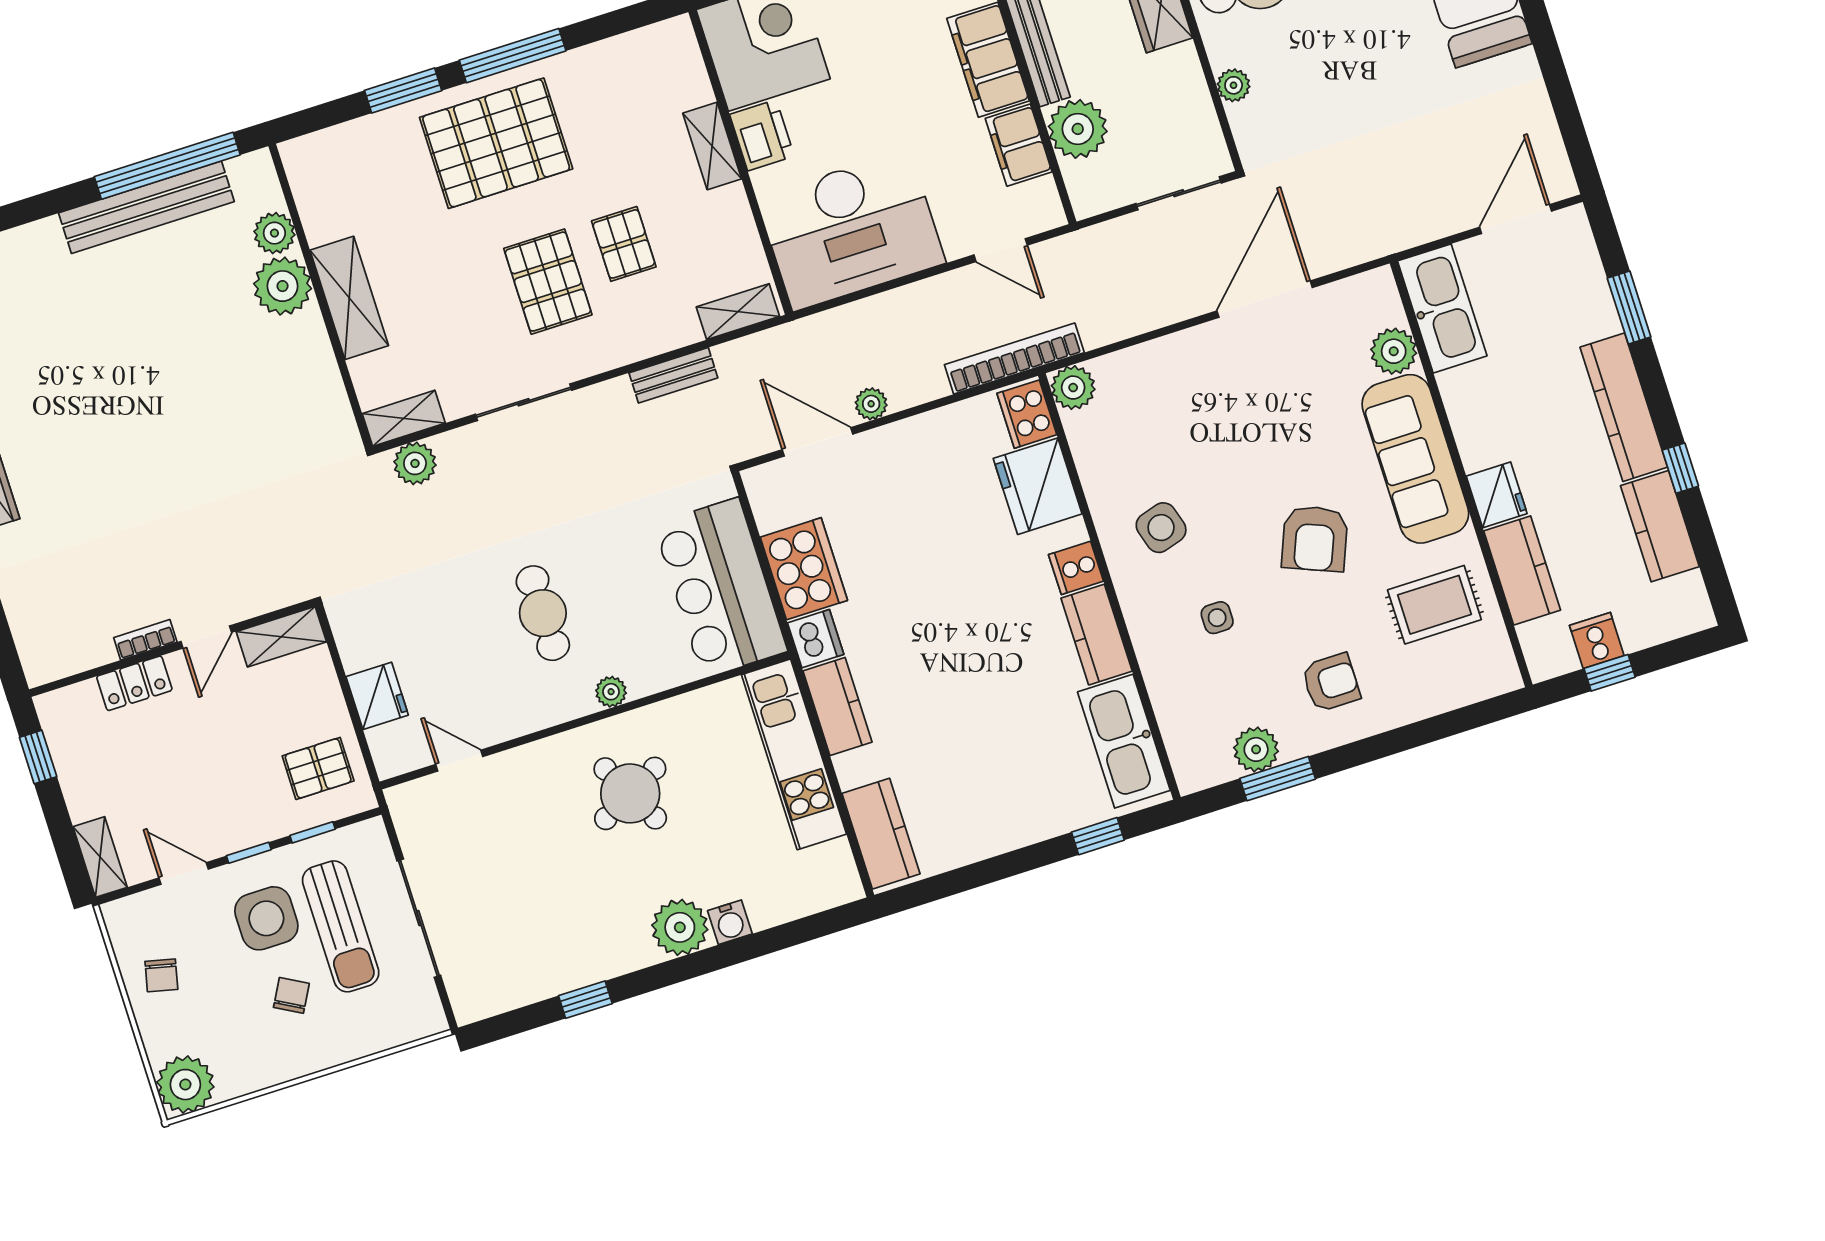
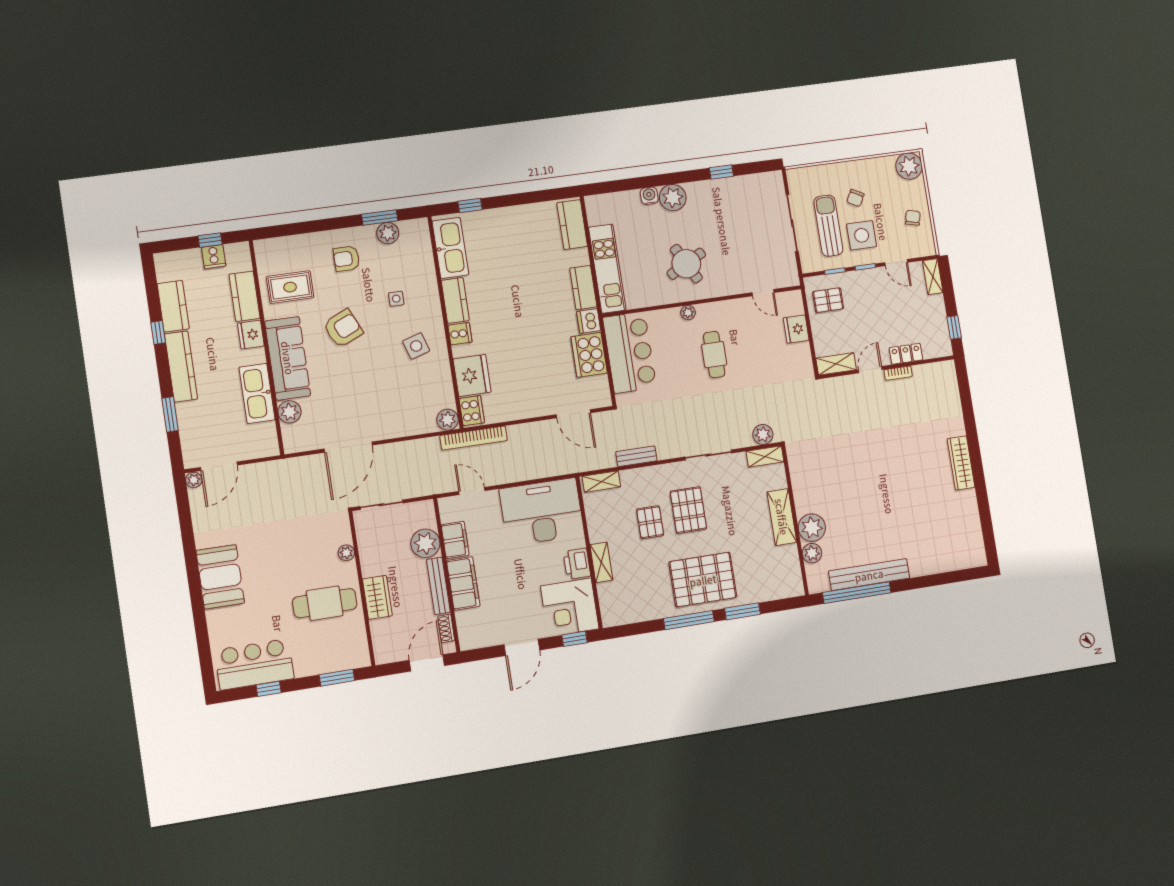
kitchen sink: (1442, 308) -> (257, 393), moved
plant: (871, 404) -> (194, 480), moved
armchair: (1315, 539) -> (343, 328), turned 44

